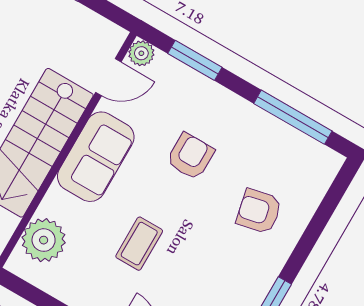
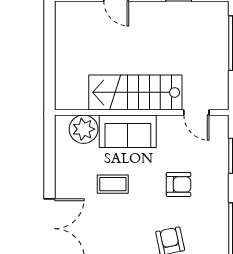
plant: (141, 53) -> (221, 123), removed
sofa: (96, 157) -> (128, 131), moved

